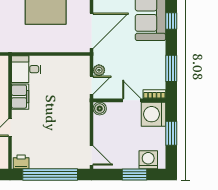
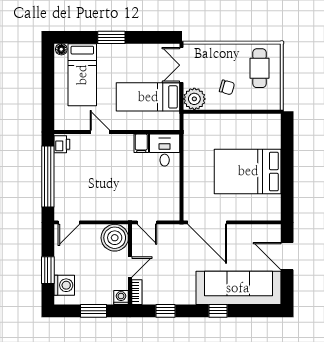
window: (171, 68) -> (166, 311), width x0.67
plant: (99, 70) -> (163, 231), removed
filing cabinet: (20, 97) -> (141, 143), width x0.50
boiler: (100, 109) -> (115, 238), width x1.86, depth x1.86
washing machine: (153, 114) -> (121, 297), width x0.53, depth x0.53

